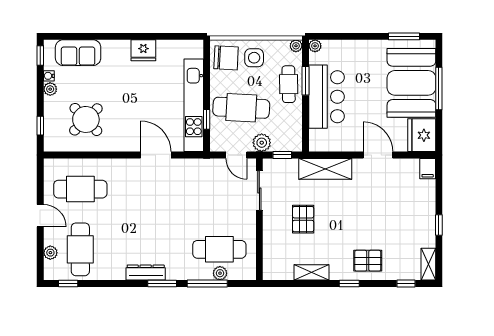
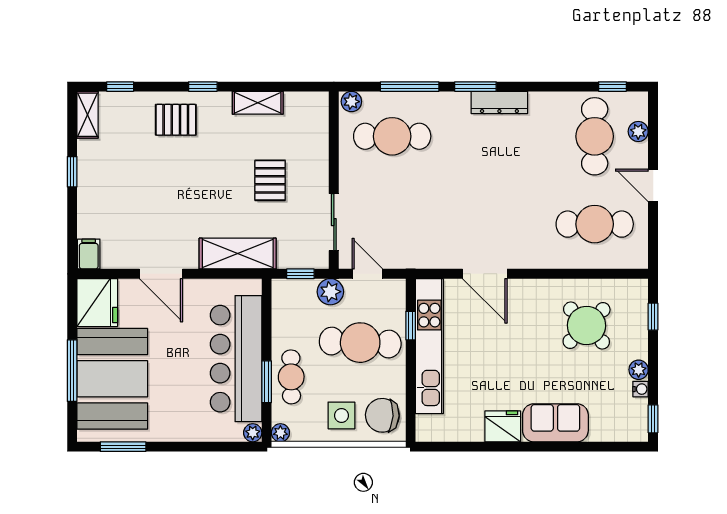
sofa: (78, 53) -> (555, 423), moved
bar counter: (326, 97) -> (236, 359), width x1.36
plant: (220, 273) -> (351, 102), moved

